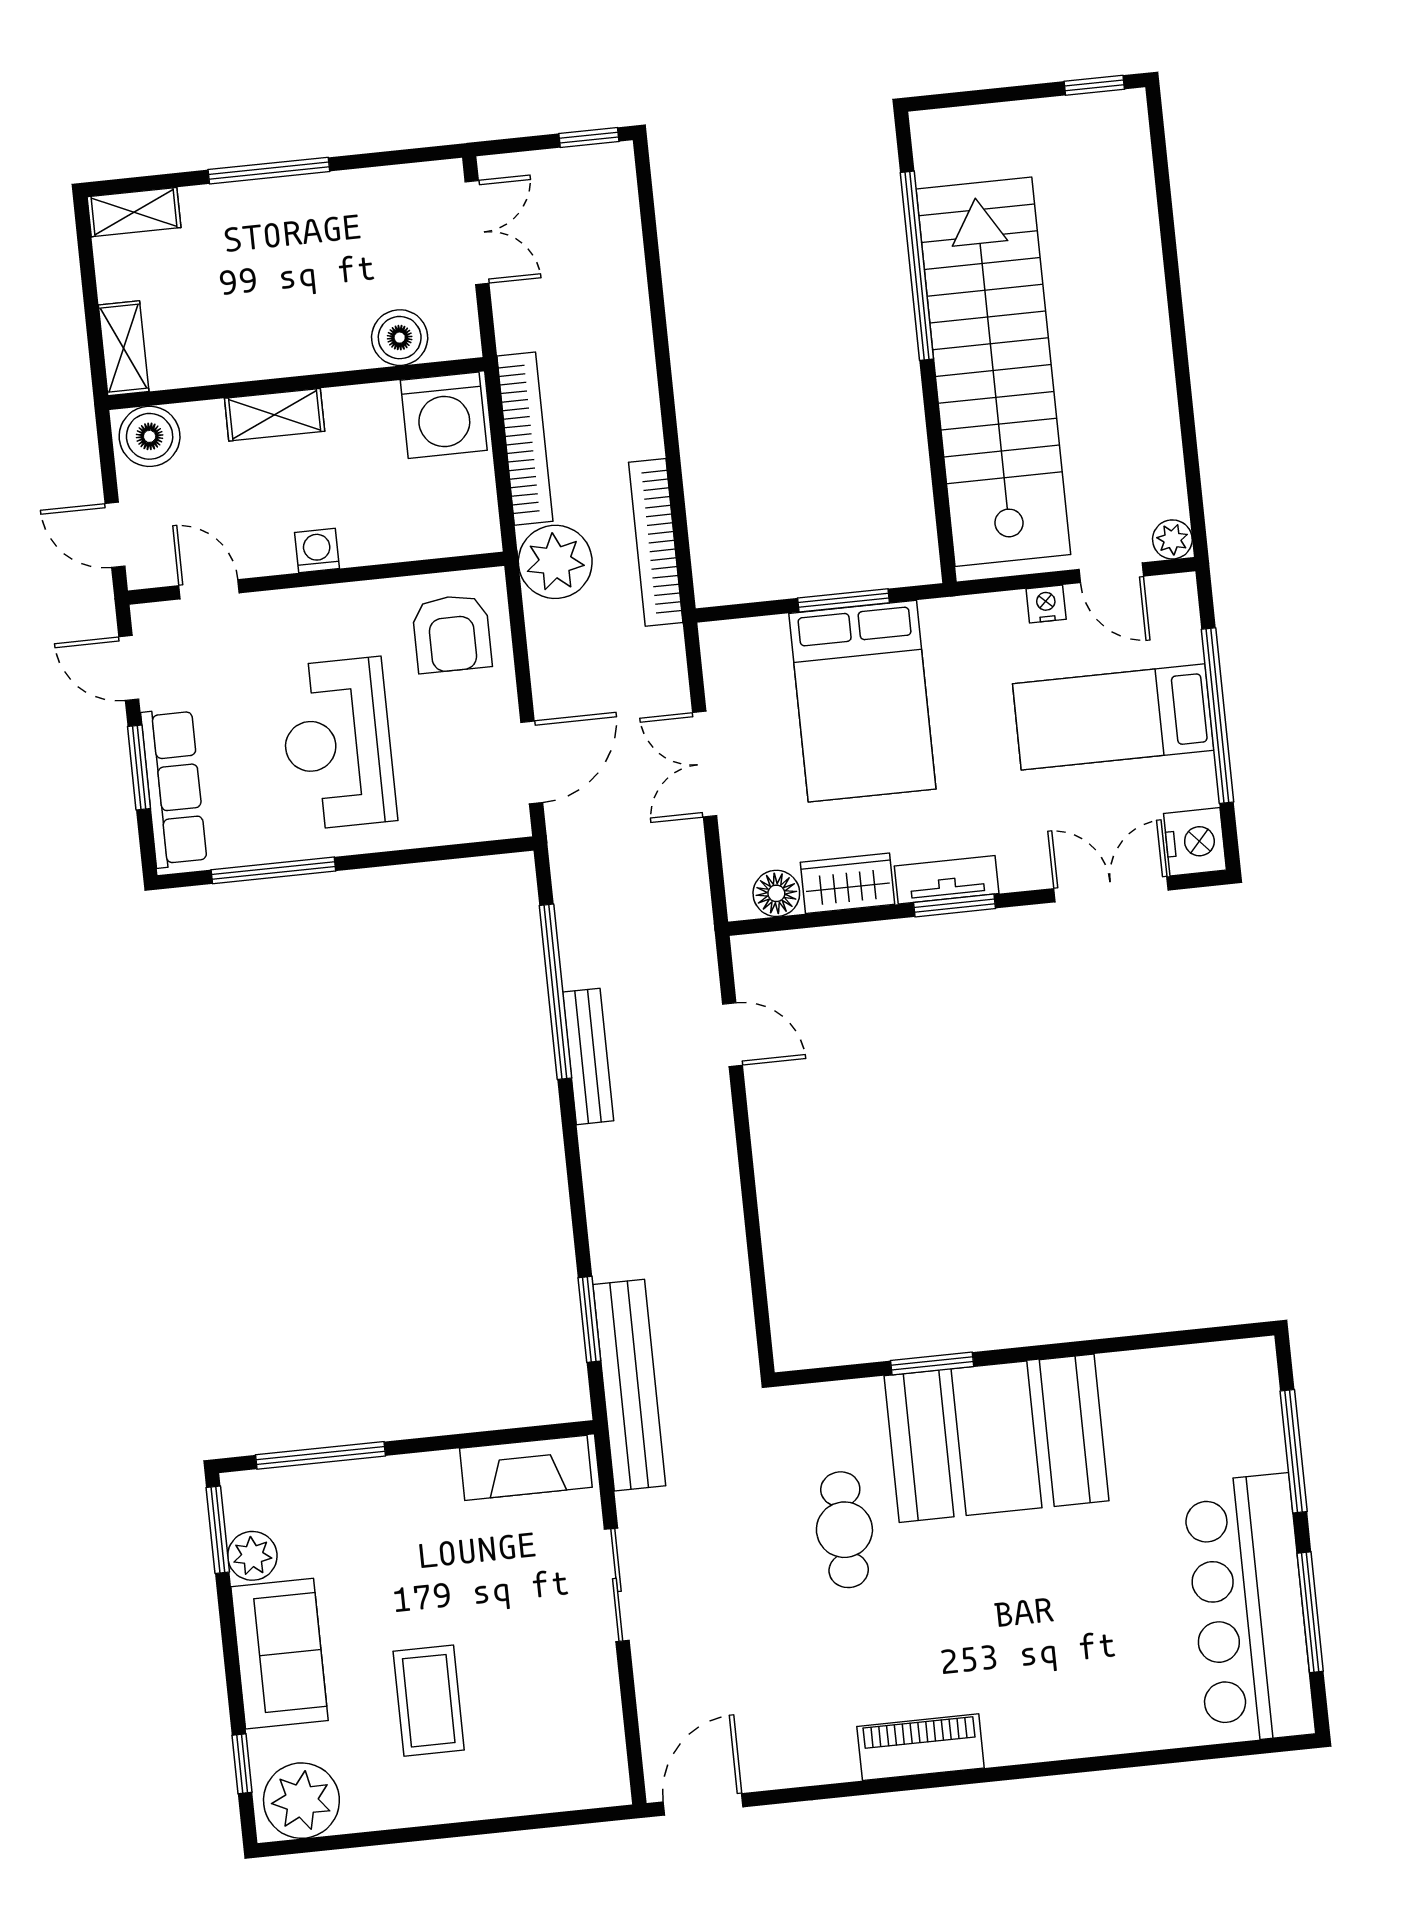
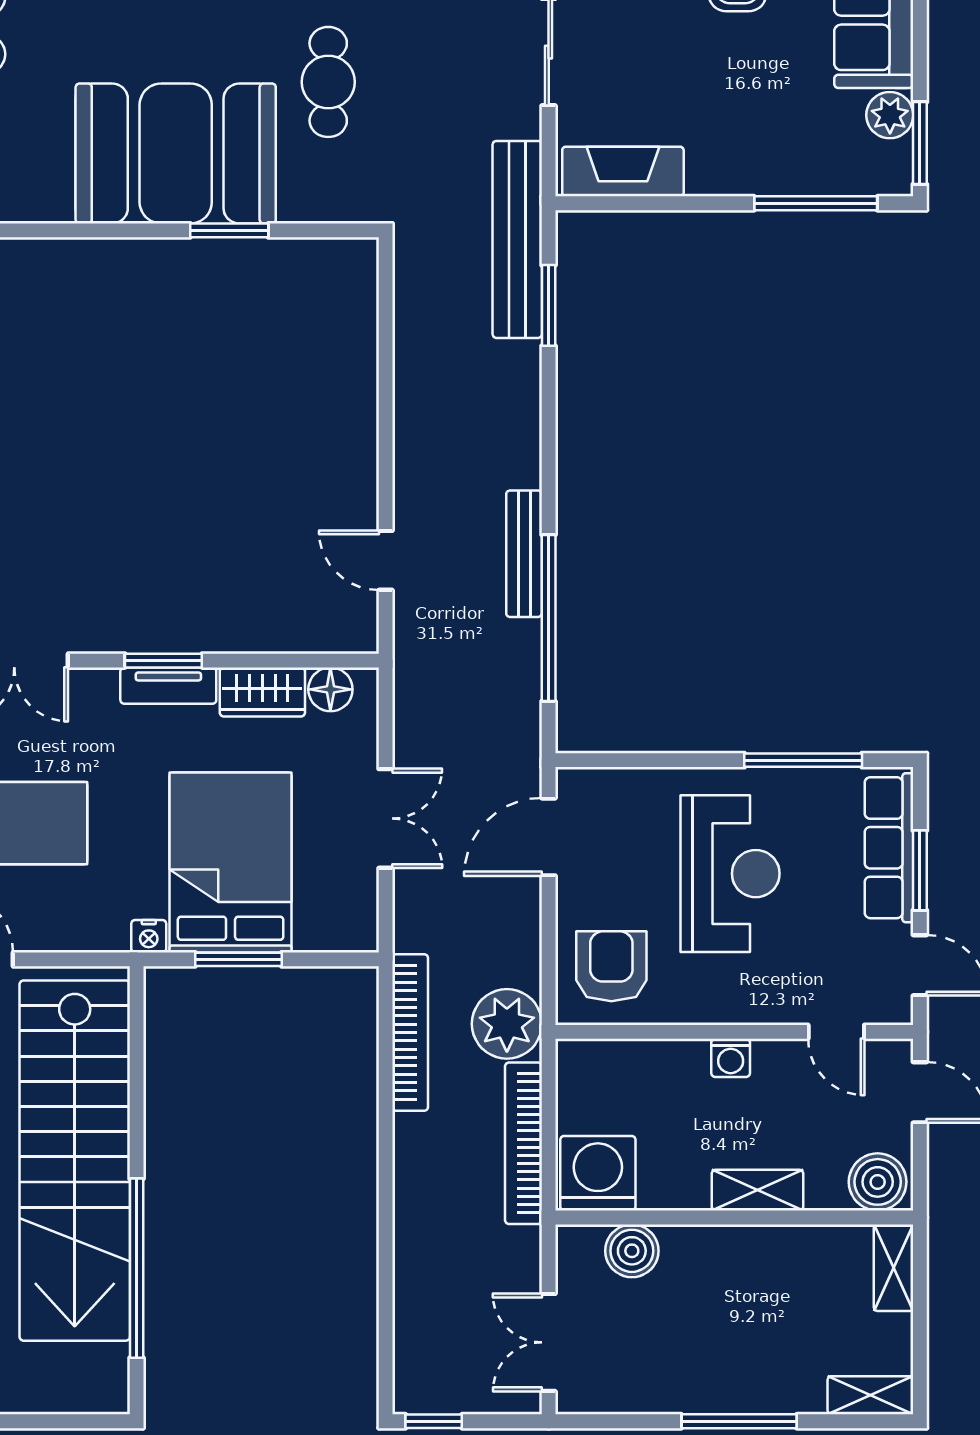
nightstand: (1046, 604) -> (149, 936), moved

